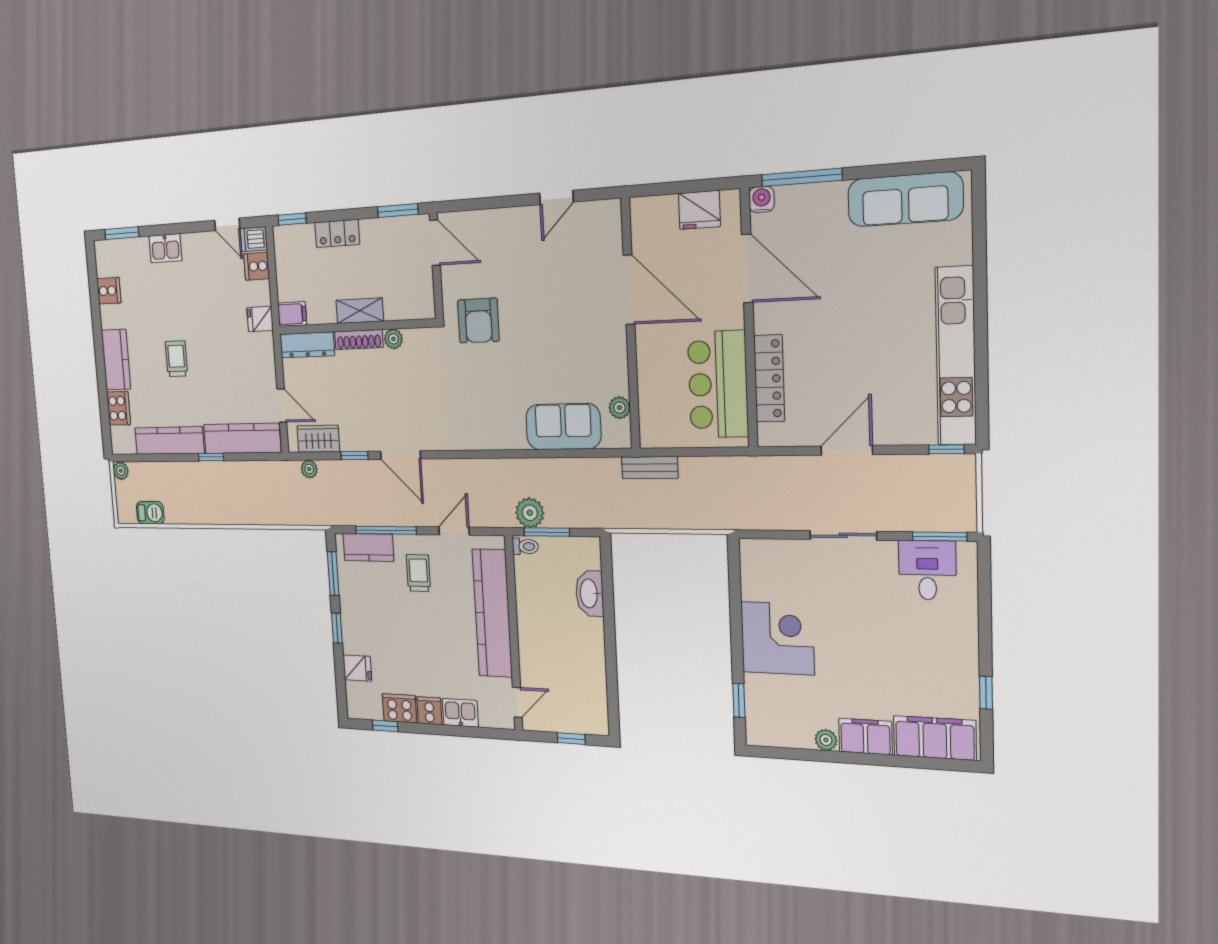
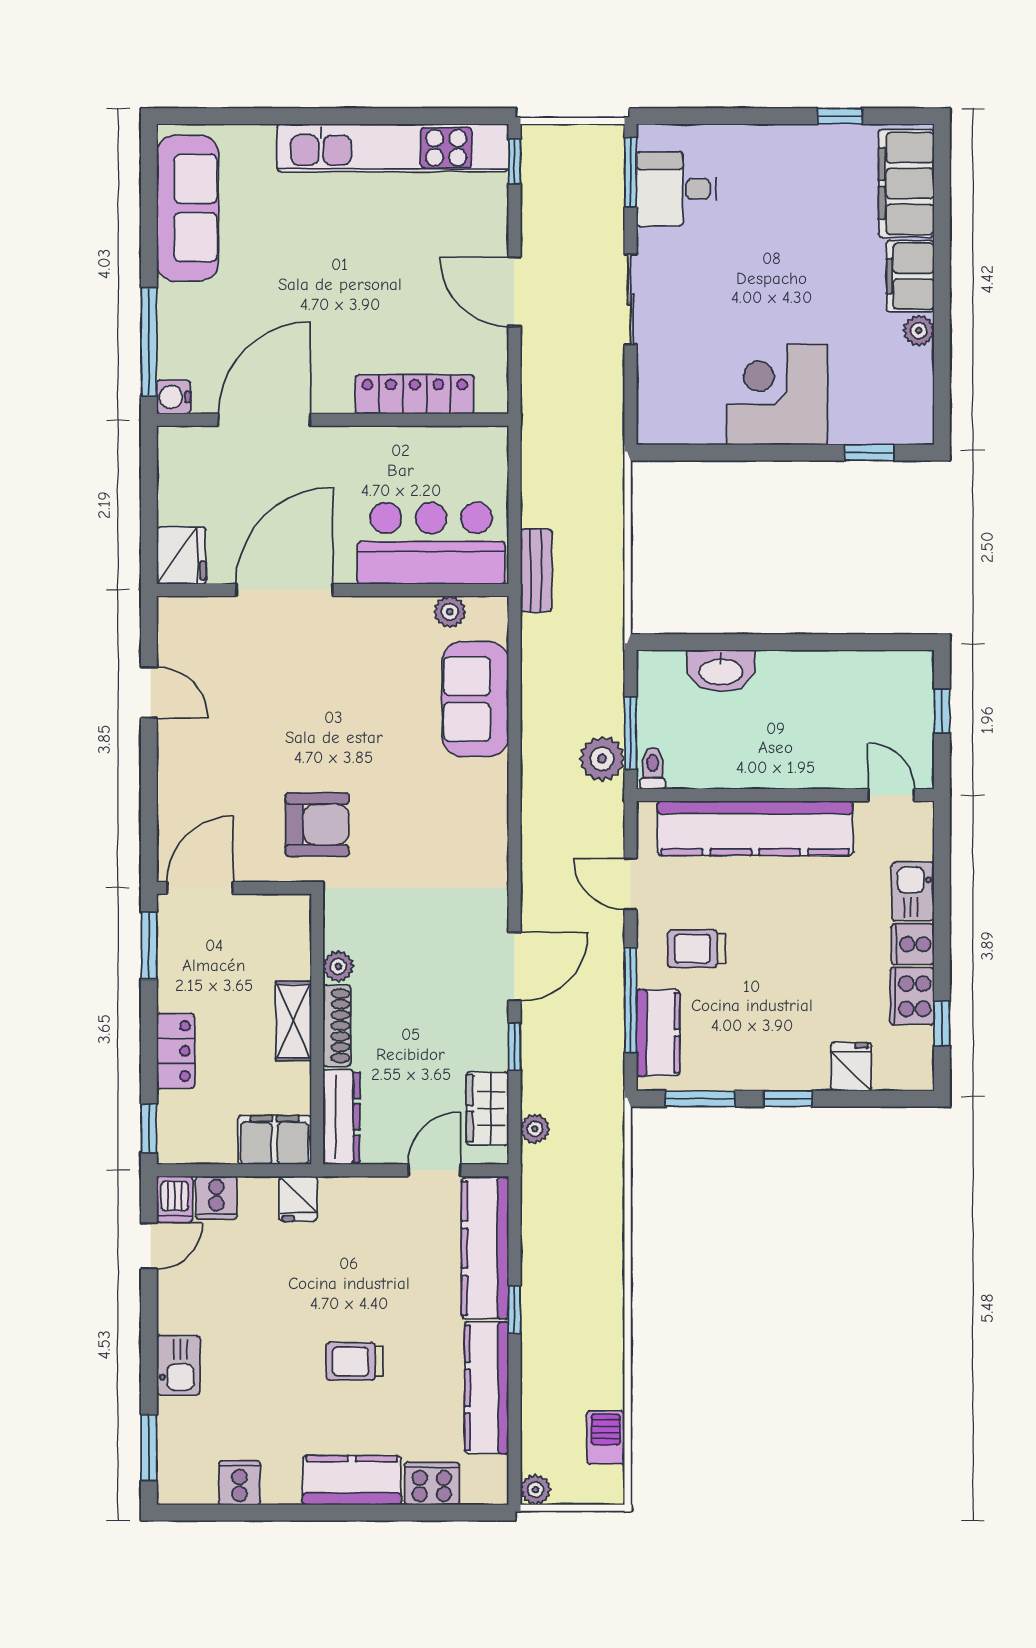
fridge: (699, 210) -> (181, 556), moved
filing cabinet: (292, 314) -> (275, 1140), width x2.00
bar counter: (718, 384) -> (431, 543), moved, turned 180

